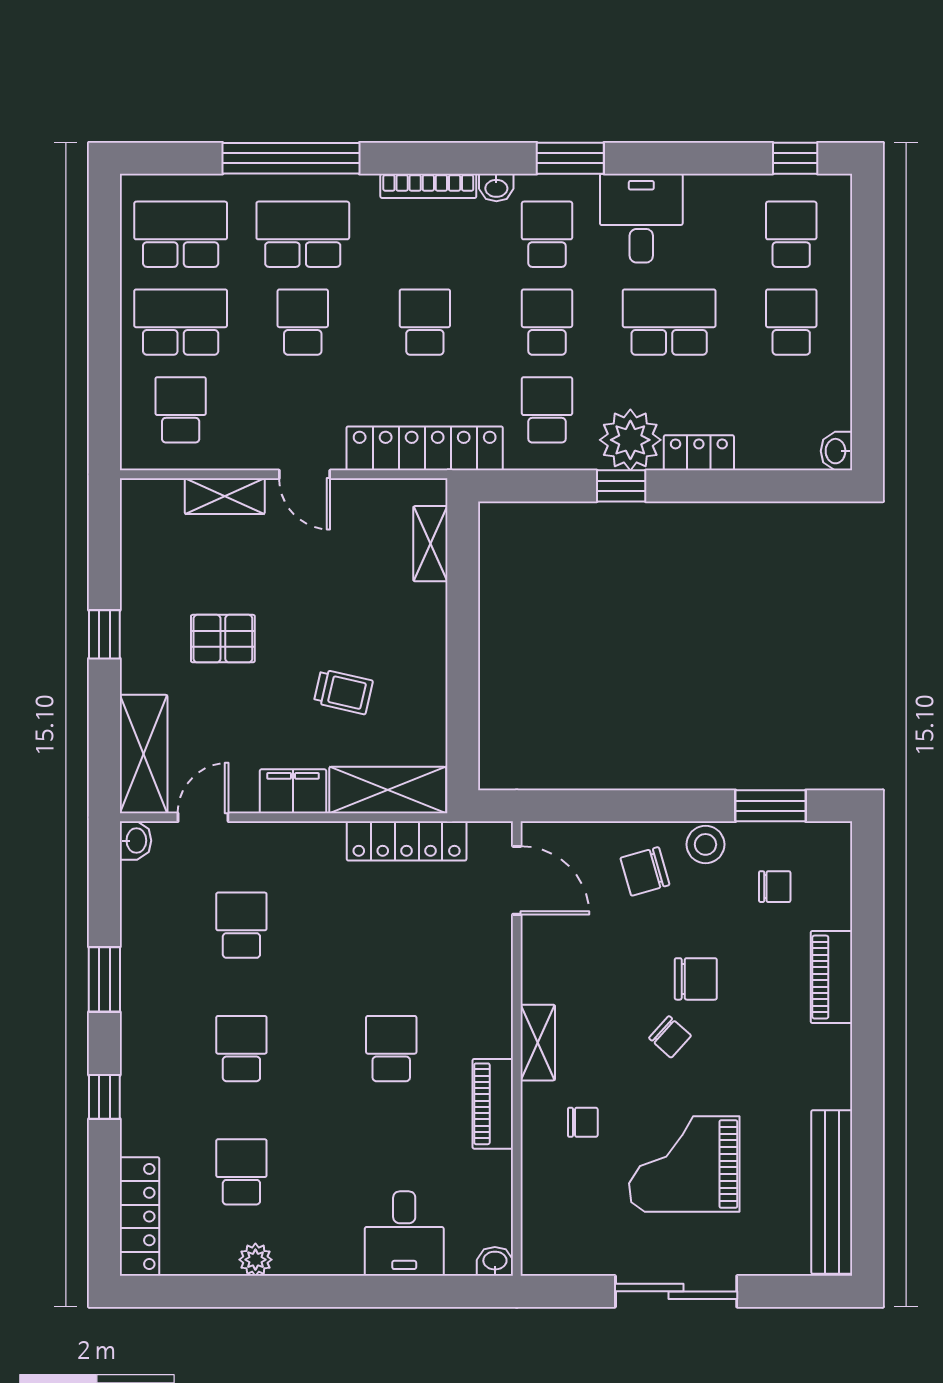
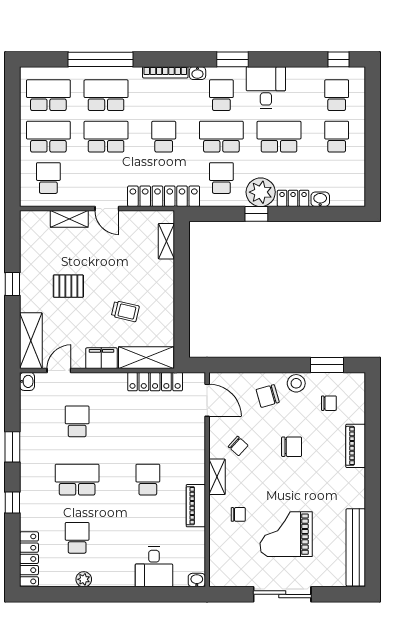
school desk: (303, 322) -> (106, 137), width x1.85
school desk: (547, 322) -> (221, 137), width x1.85
washbasin: (836, 451) -> (320, 199), moved, turned 90
chair: (670, 1037) -> (238, 446), moved
school desk: (241, 1049) -> (77, 480), width x1.85

